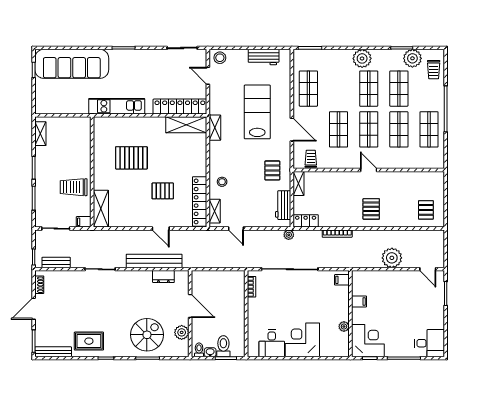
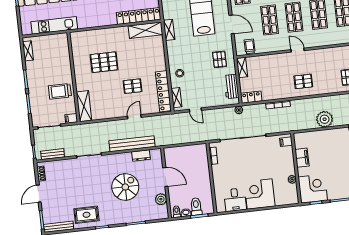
kitchen unit: (117, 106) -> (54, 25), moved
pallet: (371, 209) -> (303, 81), turned 90
door: (161, 228) -> (134, 117), swing flipped
filing cabinet: (359, 301) -> (302, 158), width x2.00
spiral stairs: (147, 335) -> (125, 187), moved

